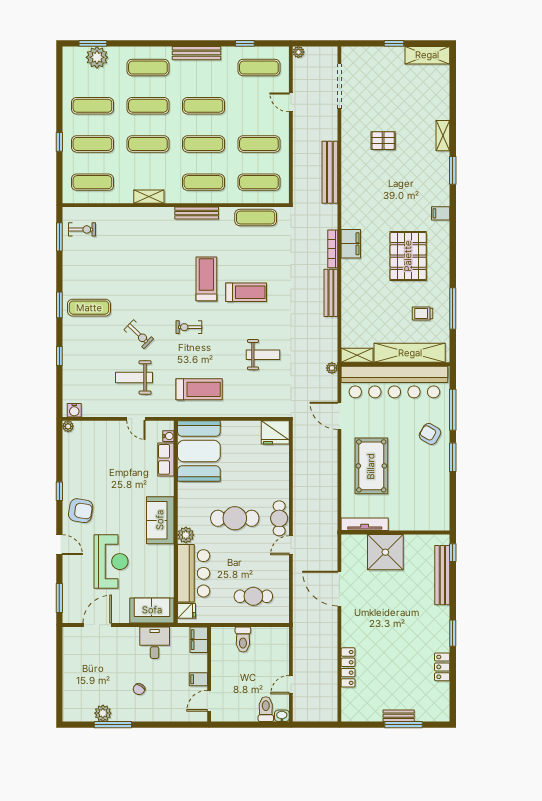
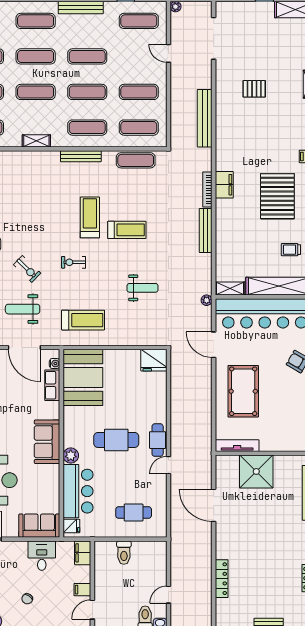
door: (136, 419) -> (24, 348), width x1.88

